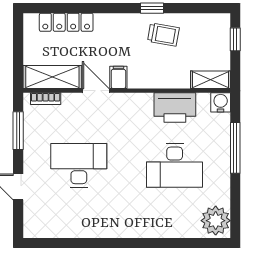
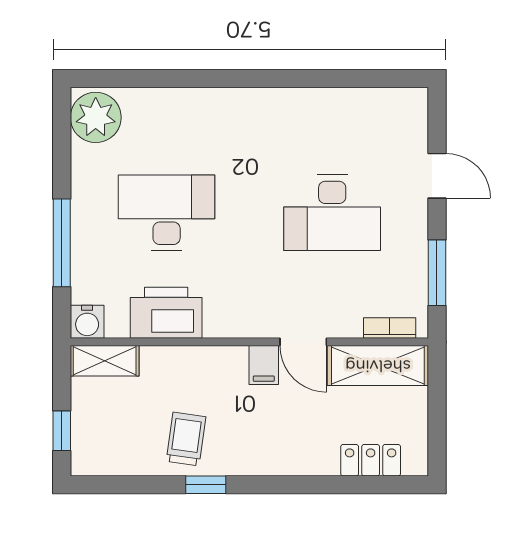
locker: (66, 22) -> (371, 460), width x0.66
trolley: (163, 35) -> (186, 439), turned 88

